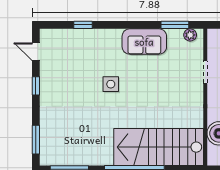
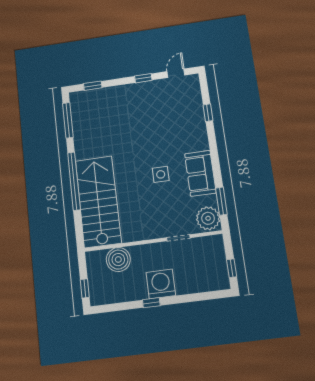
plant: (190, 35) -> (208, 218), width x1.88, depth x1.88
side table: (111, 84) -> (161, 174), moved
window: (36, 140) -> (93, 86), width x0.67

